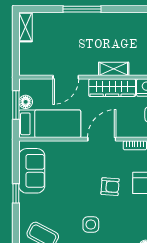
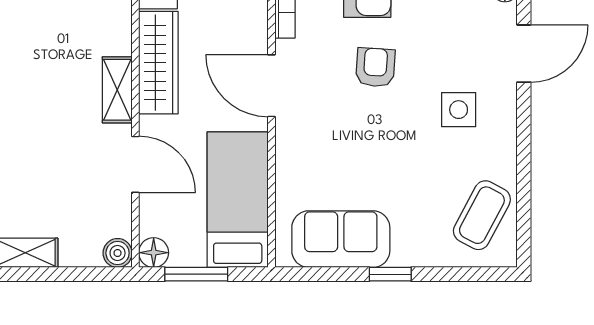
boiler: (25, 69) -> (118, 253), added
shelving: (114, 69) -> (117, 90), moved
floor lamp: (26, 102) -> (154, 253), moved

